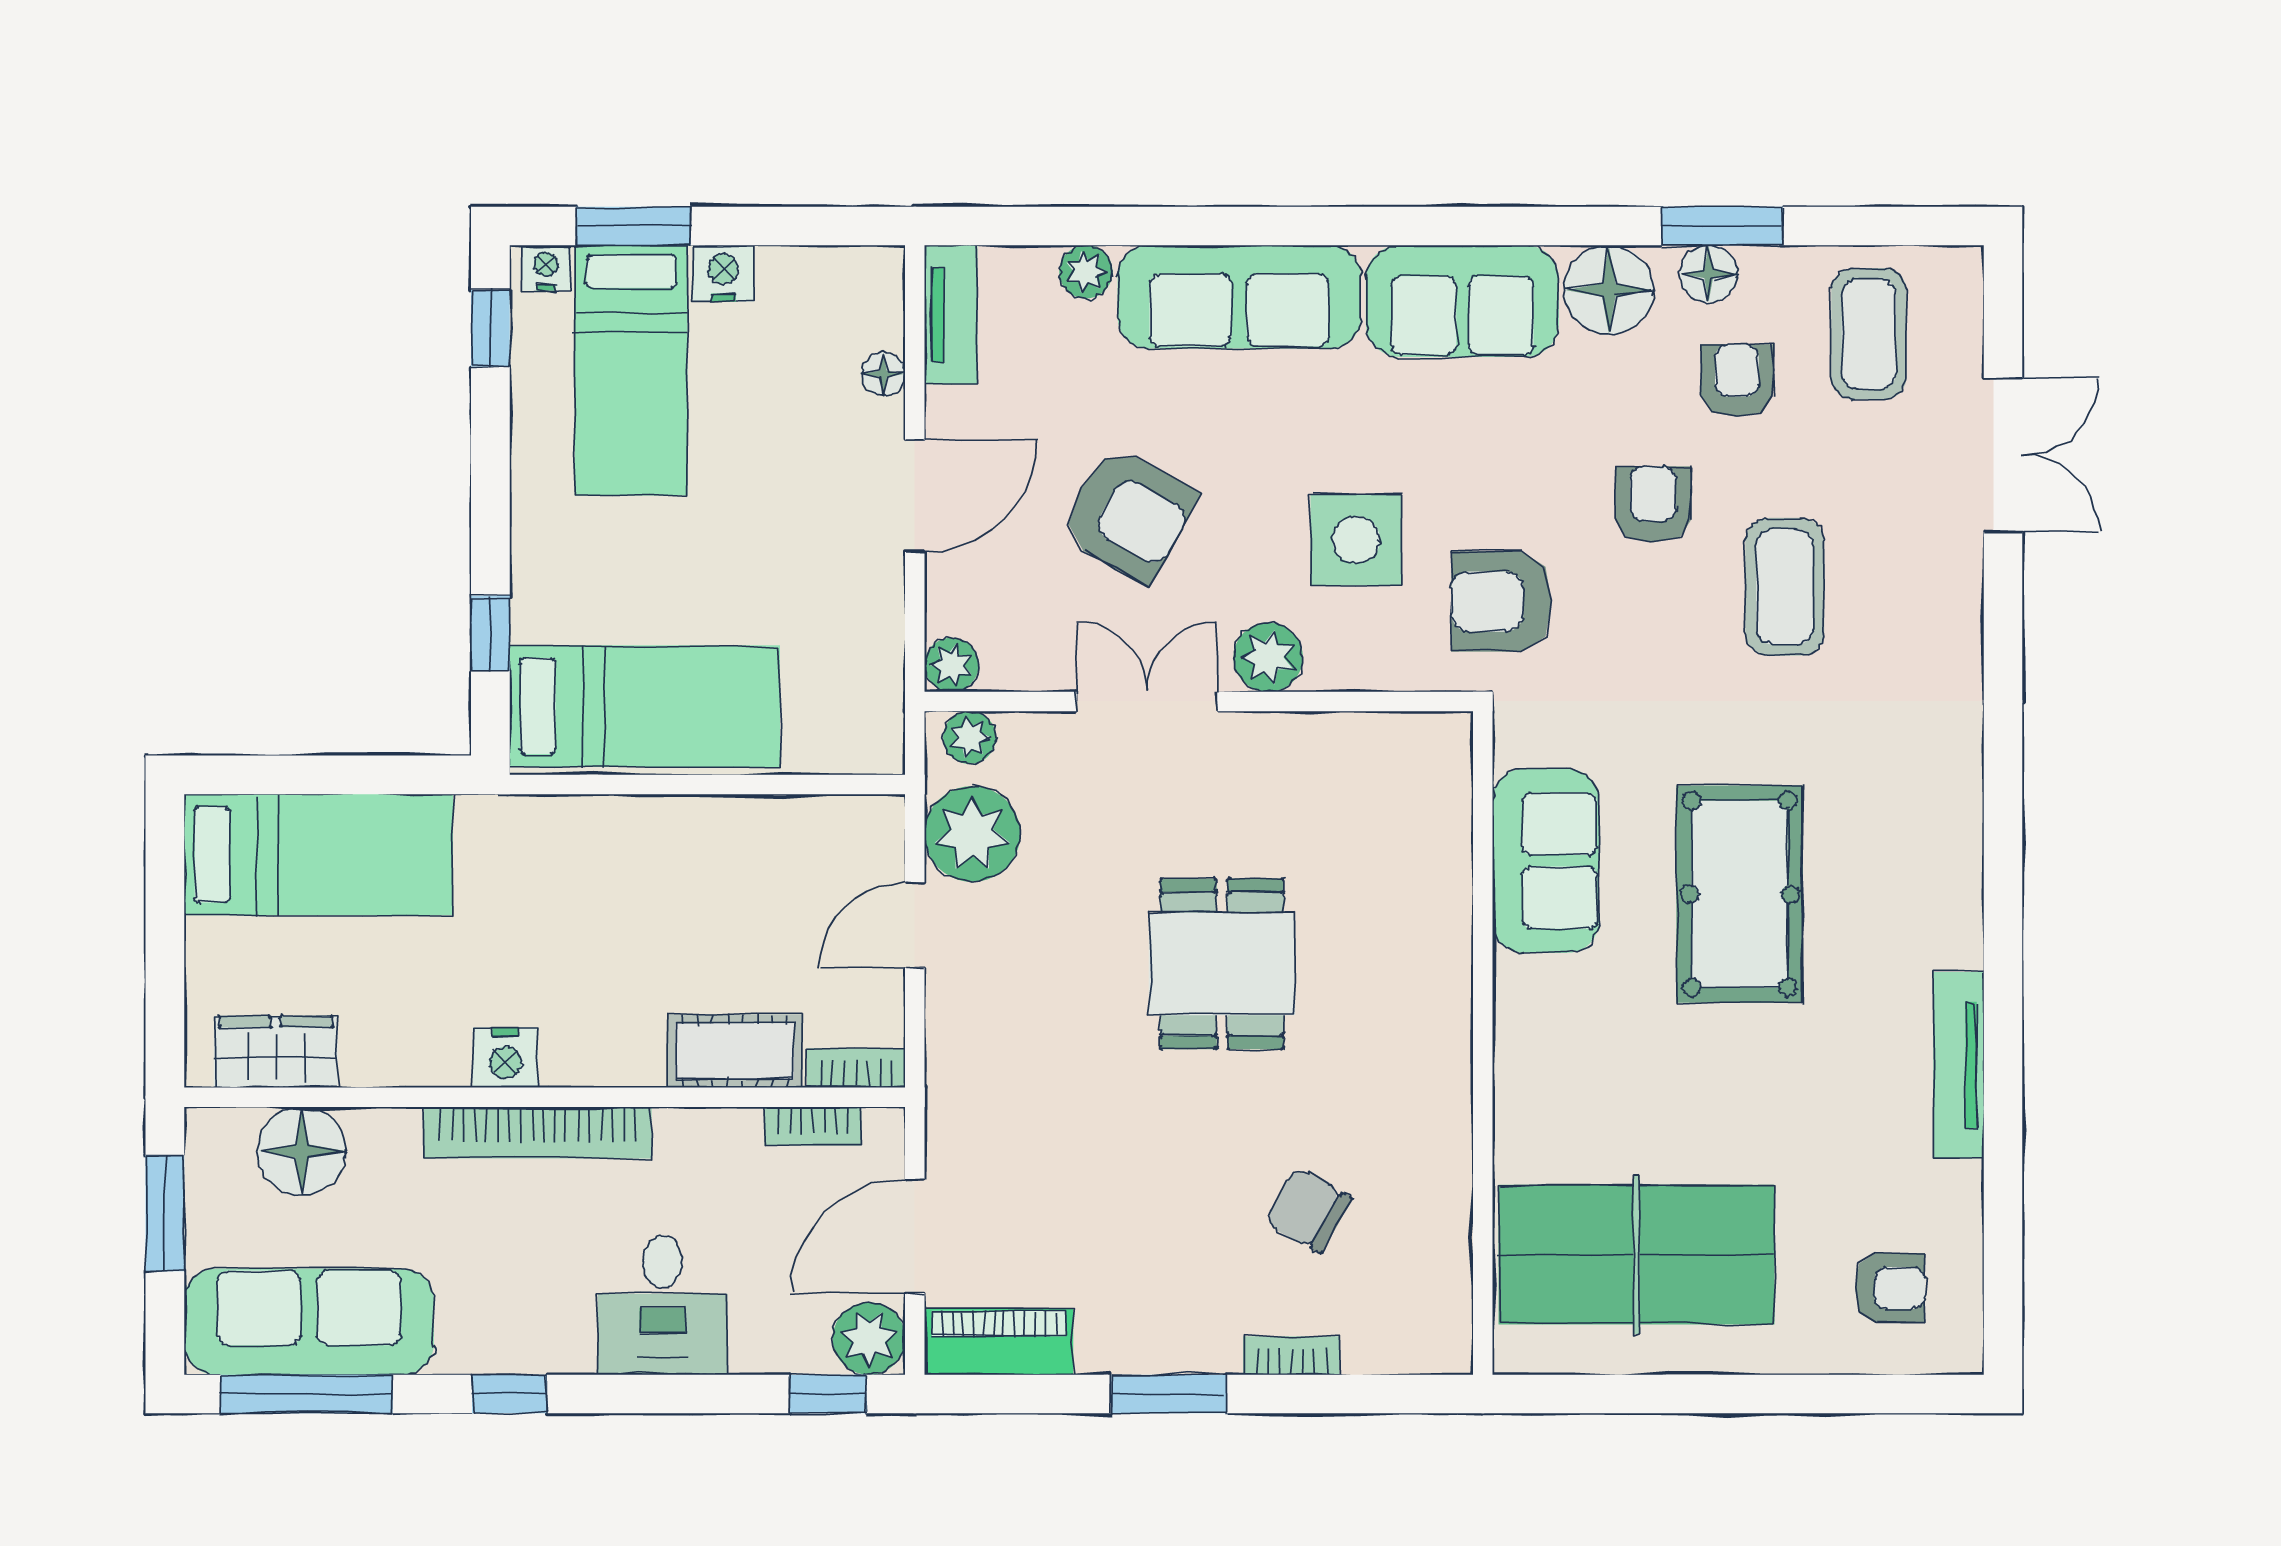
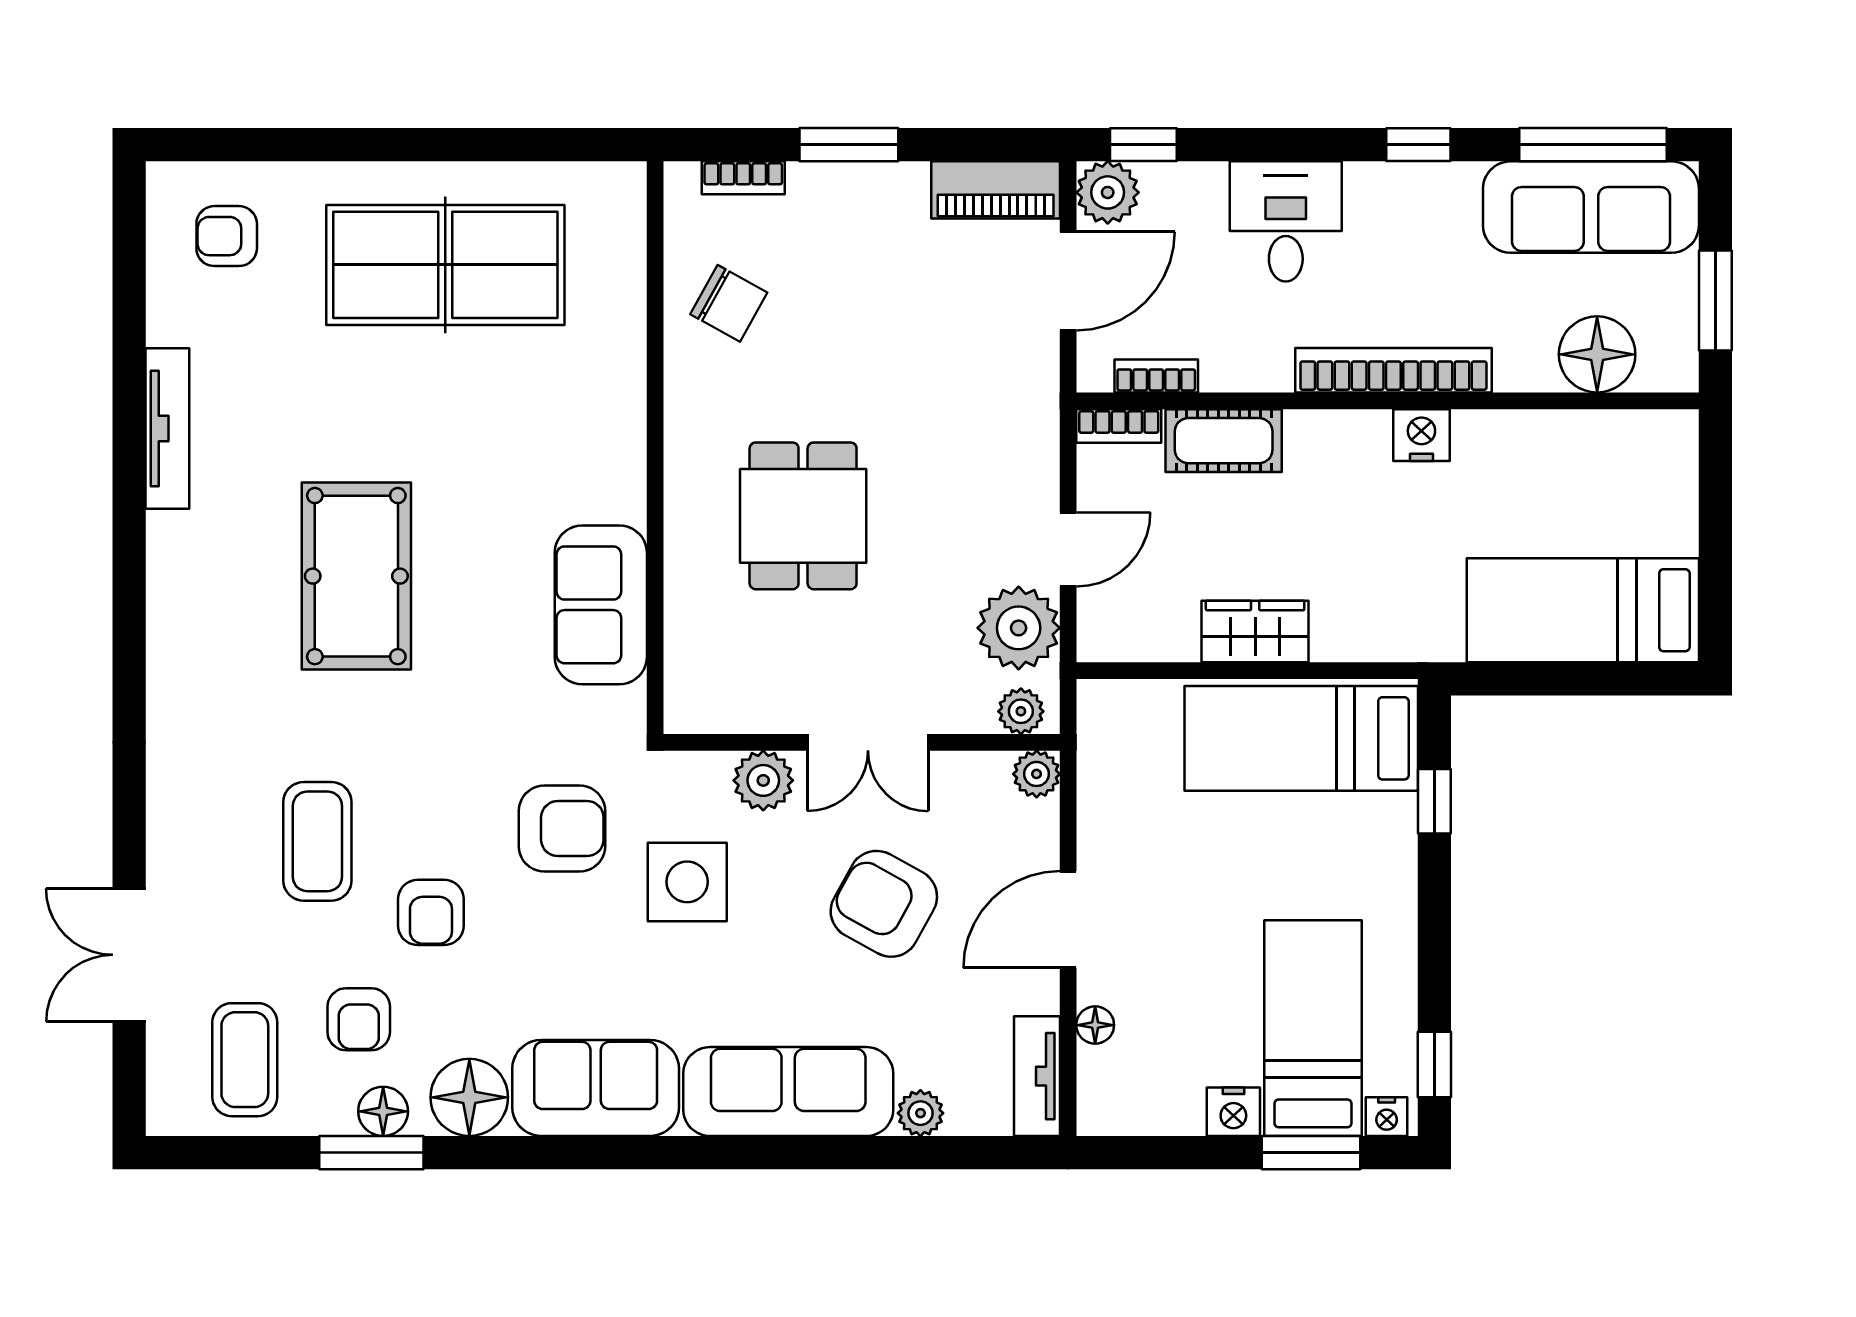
sofa: (1546, 861) -> (601, 605), moved
wall: (1483, 1043) -> (655, 448), moved
wardrobe: (276, 1052) -> (1255, 631), moved, turned 180

